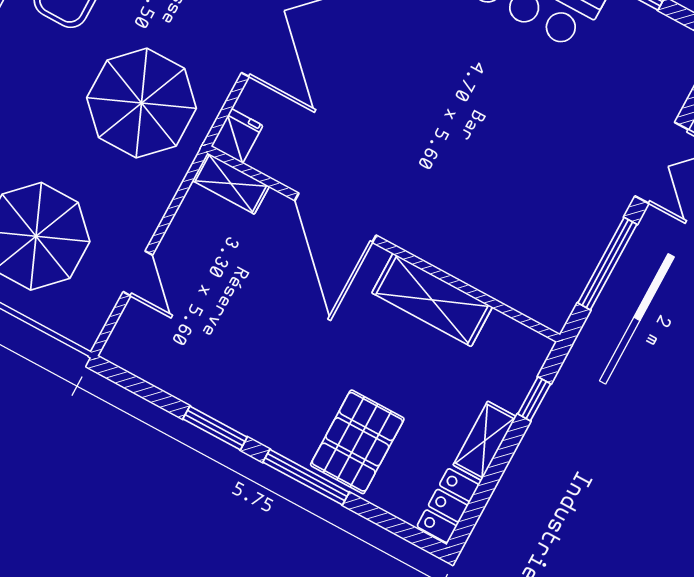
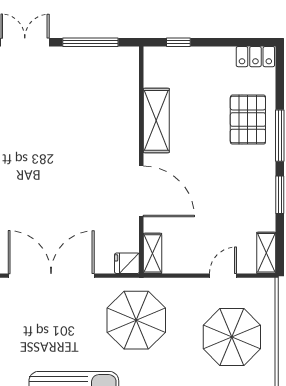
door: (336, 218) -> (141, 191), hinge flipped
shelving: (485, 441) -> (266, 253), moved, turned 90
pallet: (357, 442) -> (248, 120), turned 90

